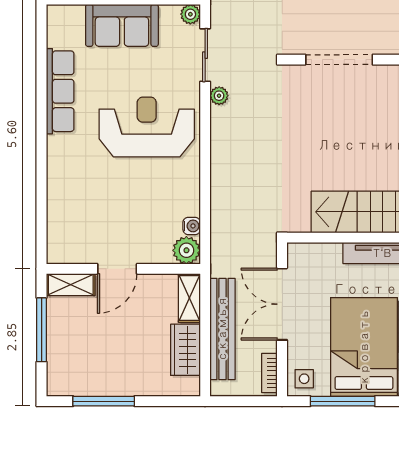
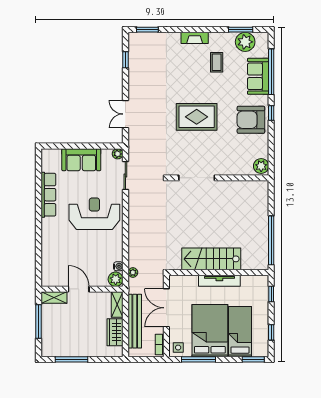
plant: (219, 96) -> (133, 272), moved
door: (117, 269) -> (79, 289), swing flipped

